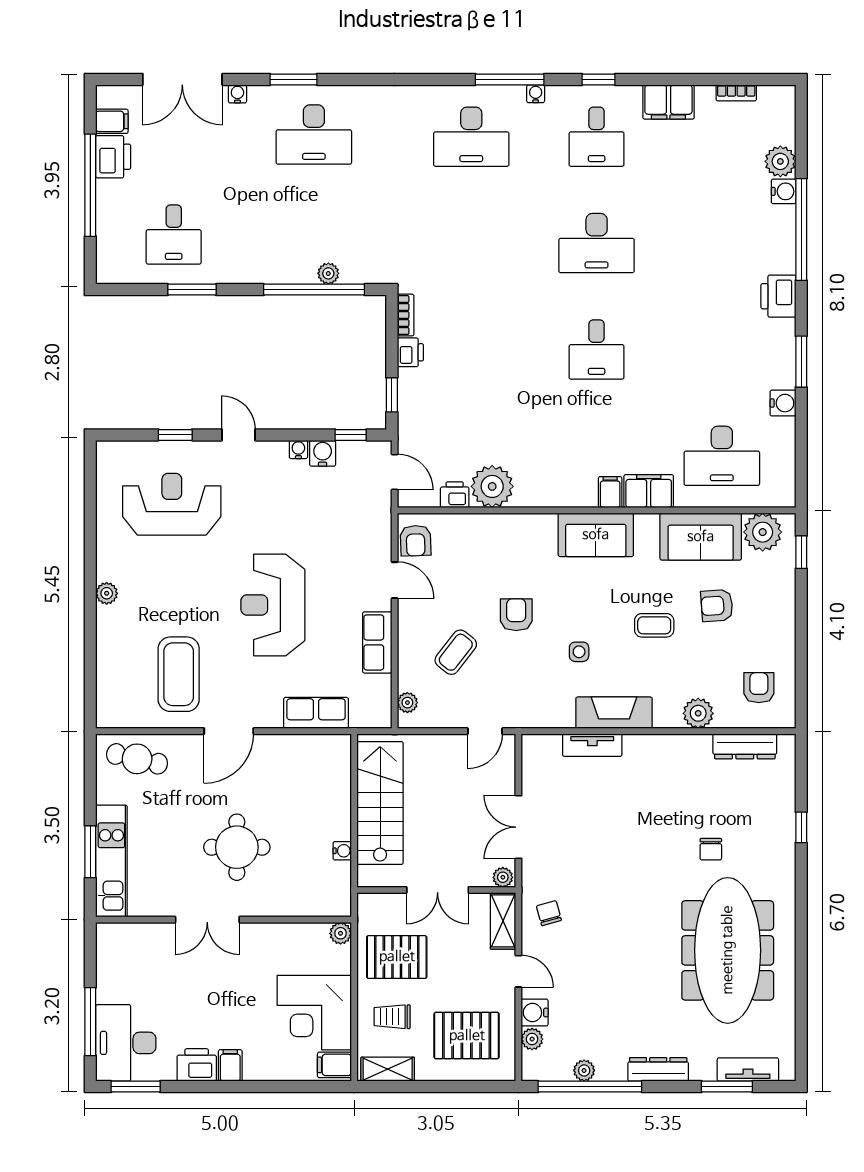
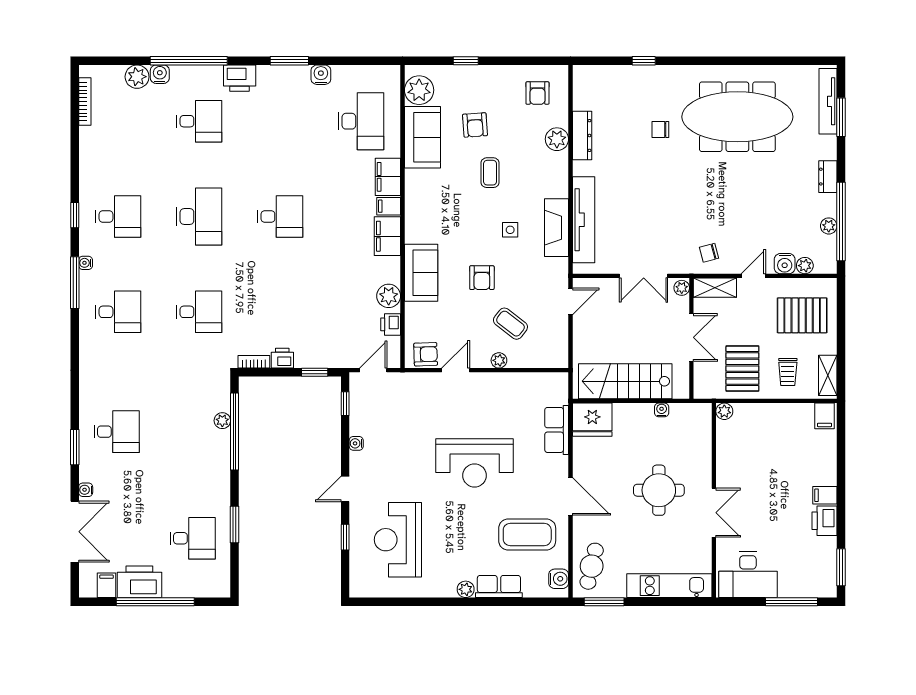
bookcase: (736, 93) -> (85, 102), width x1.56
filing cabinet: (668, 102) -> (387, 236), moved, turned 180
desk: (314, 135) -> (117, 432), width x0.73
desk: (471, 137) -> (118, 312), width x0.73
printer: (113, 157) -> (139, 582), width x1.37, depth x1.19
desk: (471, 243) -> (199, 312), added
desk: (722, 243) -> (199, 121), added
water cooler: (323, 453) -> (559, 579), moved, turned 180
plant: (492, 486) -> (389, 296), width x0.73, depth x0.73
sofa: (596, 535) -> (421, 273), moved
window: (801, 552) -> (466, 61), moved
armchair: (516, 615) -> (482, 278), turned -90
row of seats: (377, 642) -> (499, 586), moved, turned 180
armchair: (759, 688) -> (537, 93), turned -90
plant: (407, 703) -> (499, 360), moved
fireplace: (614, 713) -> (557, 228), moved
door: (485, 731) -> (571, 301), hinge flipped
tv unit: (592, 745) -> (584, 220), width x1.92, depth x1.29
dresser: (745, 746) -> (582, 136), moved
fridge: (330, 760) -> (592, 420), added
chair: (711, 849) -> (660, 130), turned 180
window: (90, 852) -> (604, 602), moved
corner desk: (314, 1013) -> (785, 431), removed
pallet: (467, 1036) -> (802, 315), turned 90
desk: (126, 1043) -> (748, 575), moved
dresser: (658, 1069) -> (828, 177), width x0.70
tv unit: (748, 1069) -> (828, 101), width x1.41

